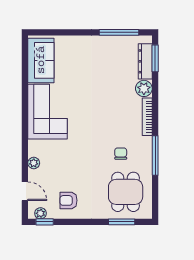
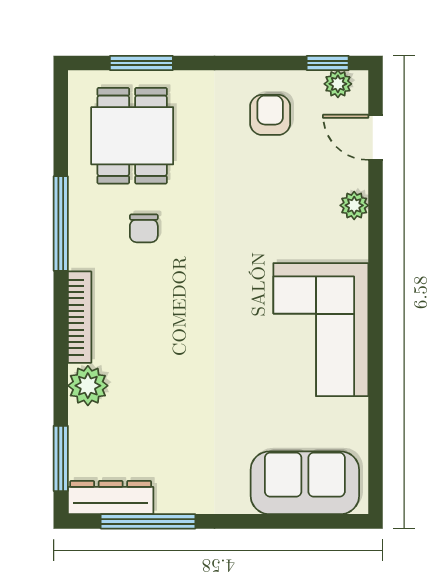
sofa: (41, 60) -> (305, 483), moved, turned 90
dresser: (145, 61) -> (111, 498), moved, turned -90
armchair: (68, 200) -> (270, 115), turned -90

